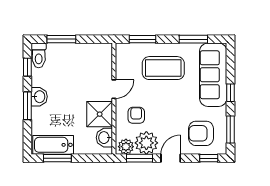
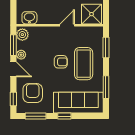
door: (114, 89) -> (67, 25), swing flipped
shower: (100, 114) -> (91, 14), moved
armchair: (136, 115) -> (61, 62), moved
plant: (146, 143) -> (21, 55), width x0.53, depth x0.53

